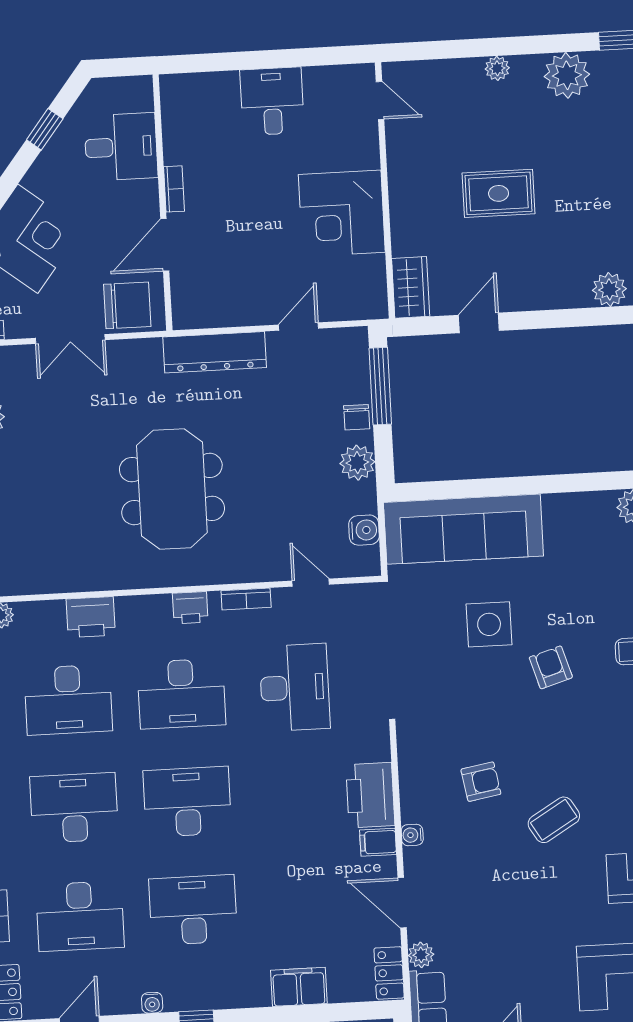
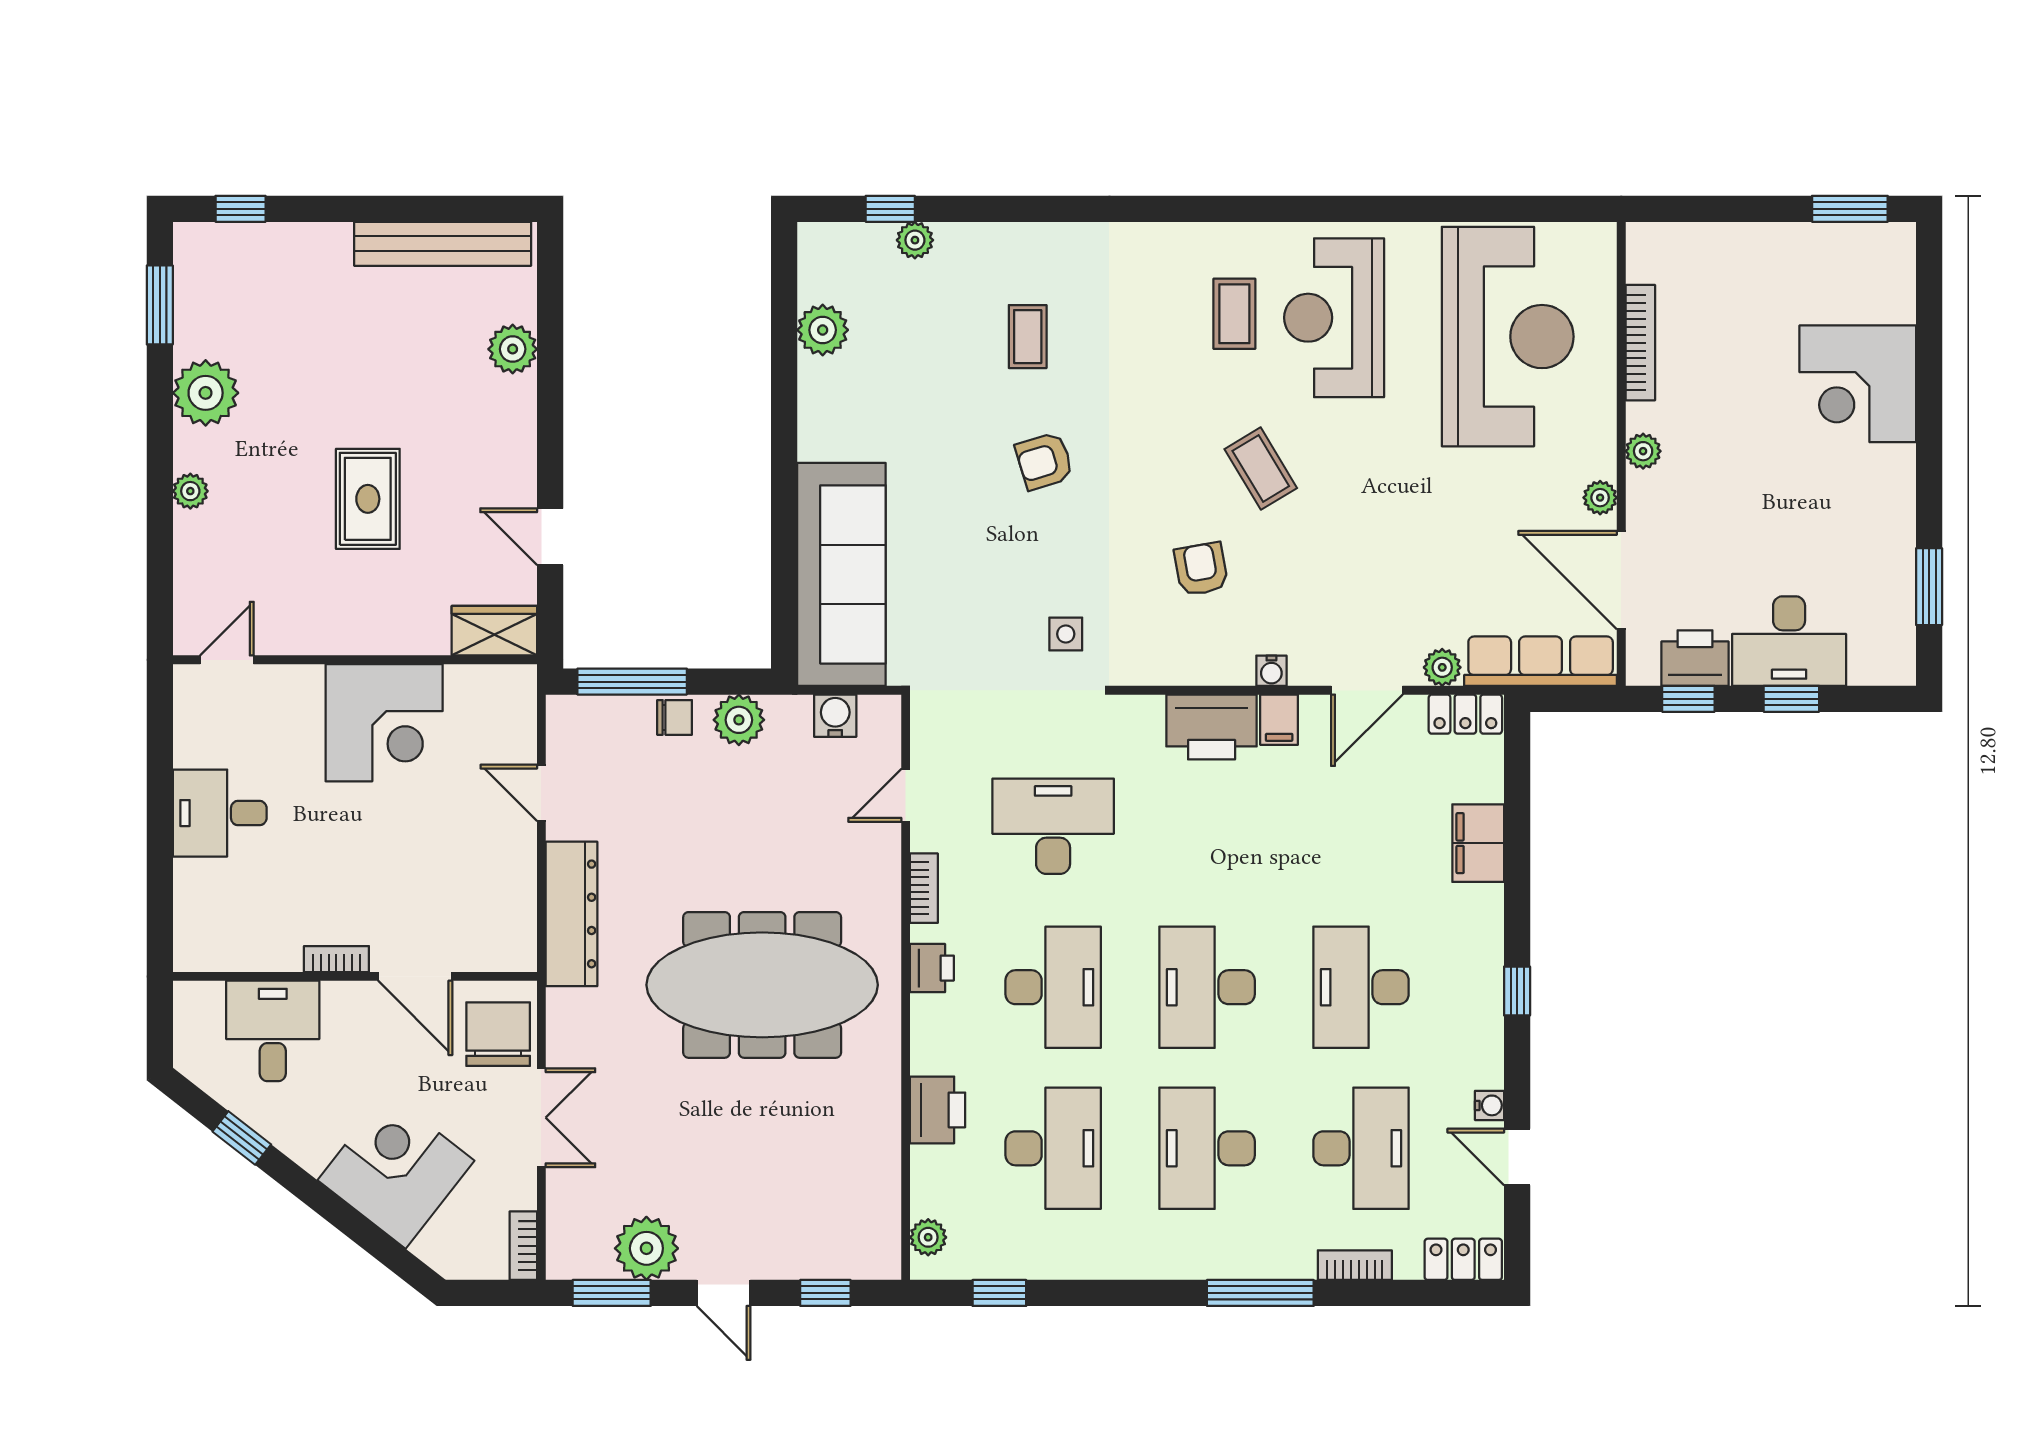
meeting table: (172, 489) -> (762, 985), width x1.36
side table: (489, 624) -> (1066, 634), moved, width x0.54, depth x0.54
water cooler: (152, 1003) -> (1490, 1105), moved

